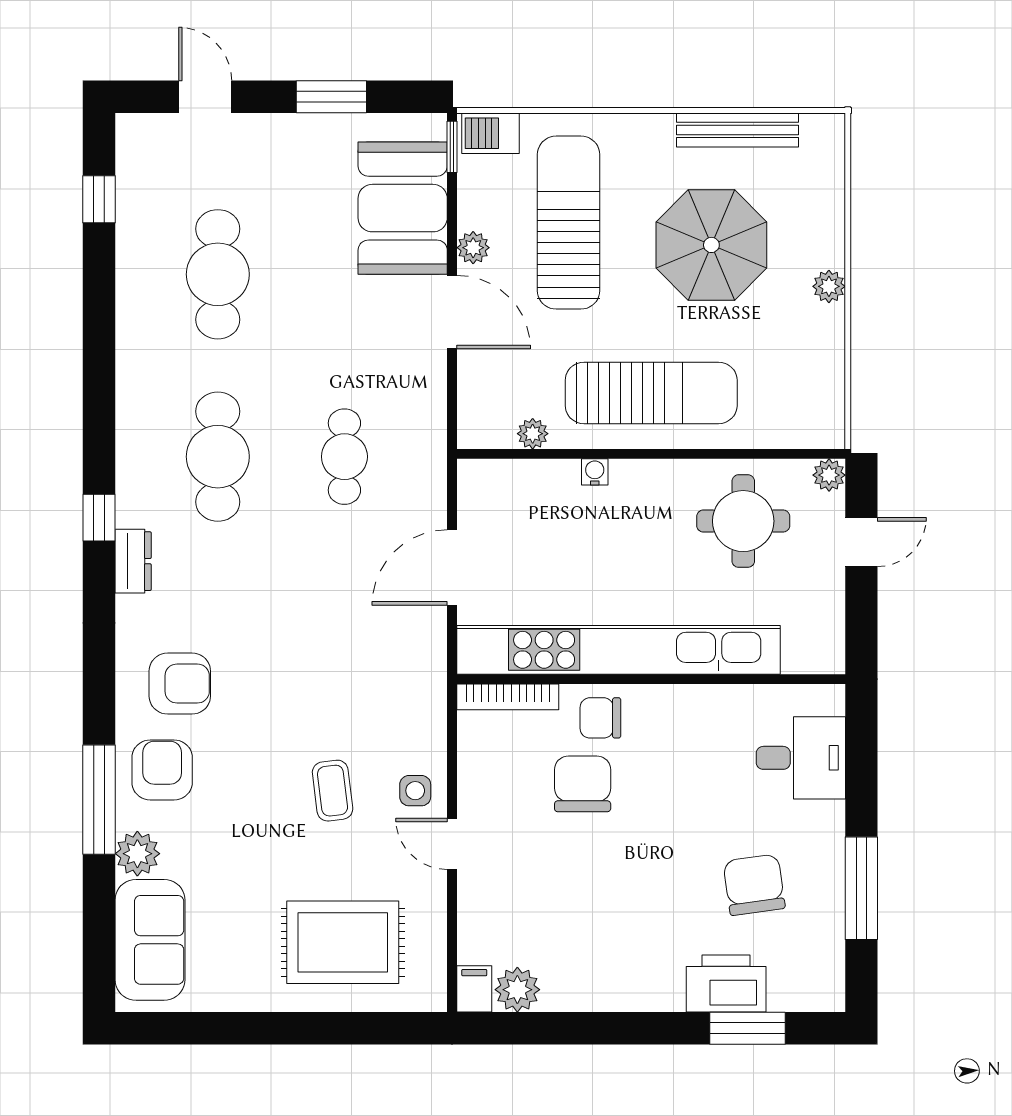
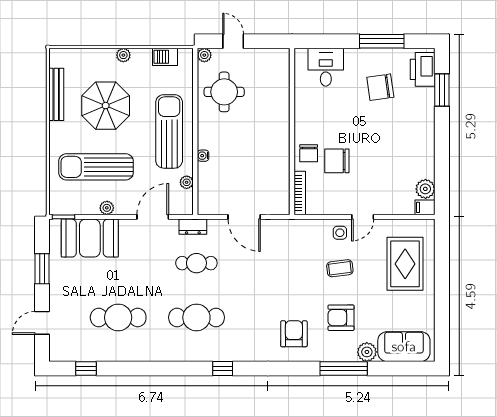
barbecue: (490, 133) -> (165, 57), moved, turned 90
door: (452, 312) -> (153, 217), moved
dresser: (133, 561) -> (193, 227), moved, turned 180
kitchen unit: (618, 650) -> (279, 145), removed
armchair: (162, 770) -> (341, 318), moved
printer: (726, 984) -> (423, 69), moved

